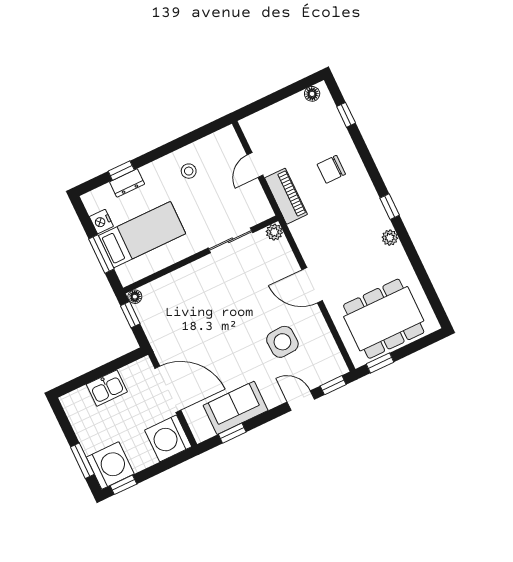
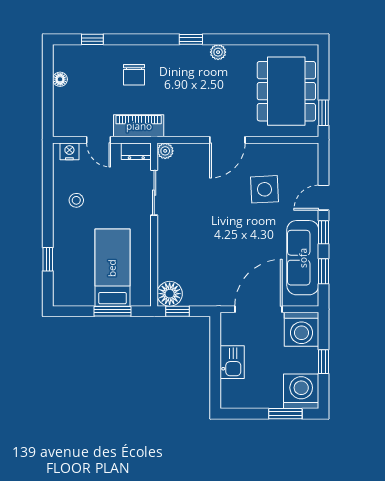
floor lamp: (312, 94) -> (60, 79), moved
dresser: (127, 183) -> (136, 151), moved, turned 90
nightstand: (101, 222) -> (69, 151), moved, turned 180
floor lamp: (135, 297) -> (170, 294), width x1.89, depth x1.89
window: (333, 385) -> (324, 232), moved
sofa: (236, 408) -> (303, 258), width x1.36
window: (123, 485) -> (324, 362), moved

